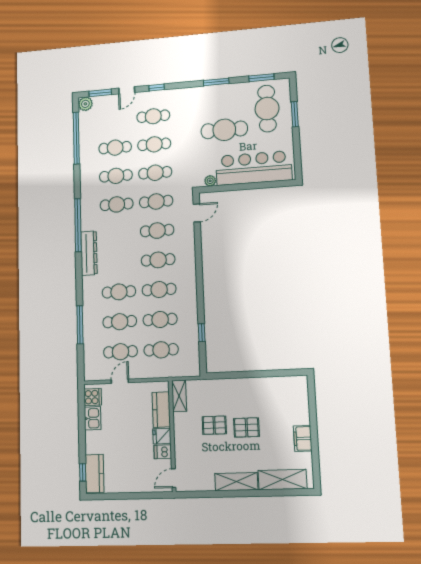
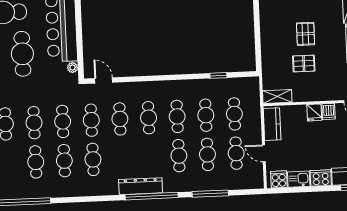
window: (78, 225) -> (152, 196), moved
kitchen counter: (161, 410) -> (272, 124), moved, turned -90
pallet: (214, 425) -> (304, 64), turned 90
cooker: (93, 442) -> (321, 178), added

